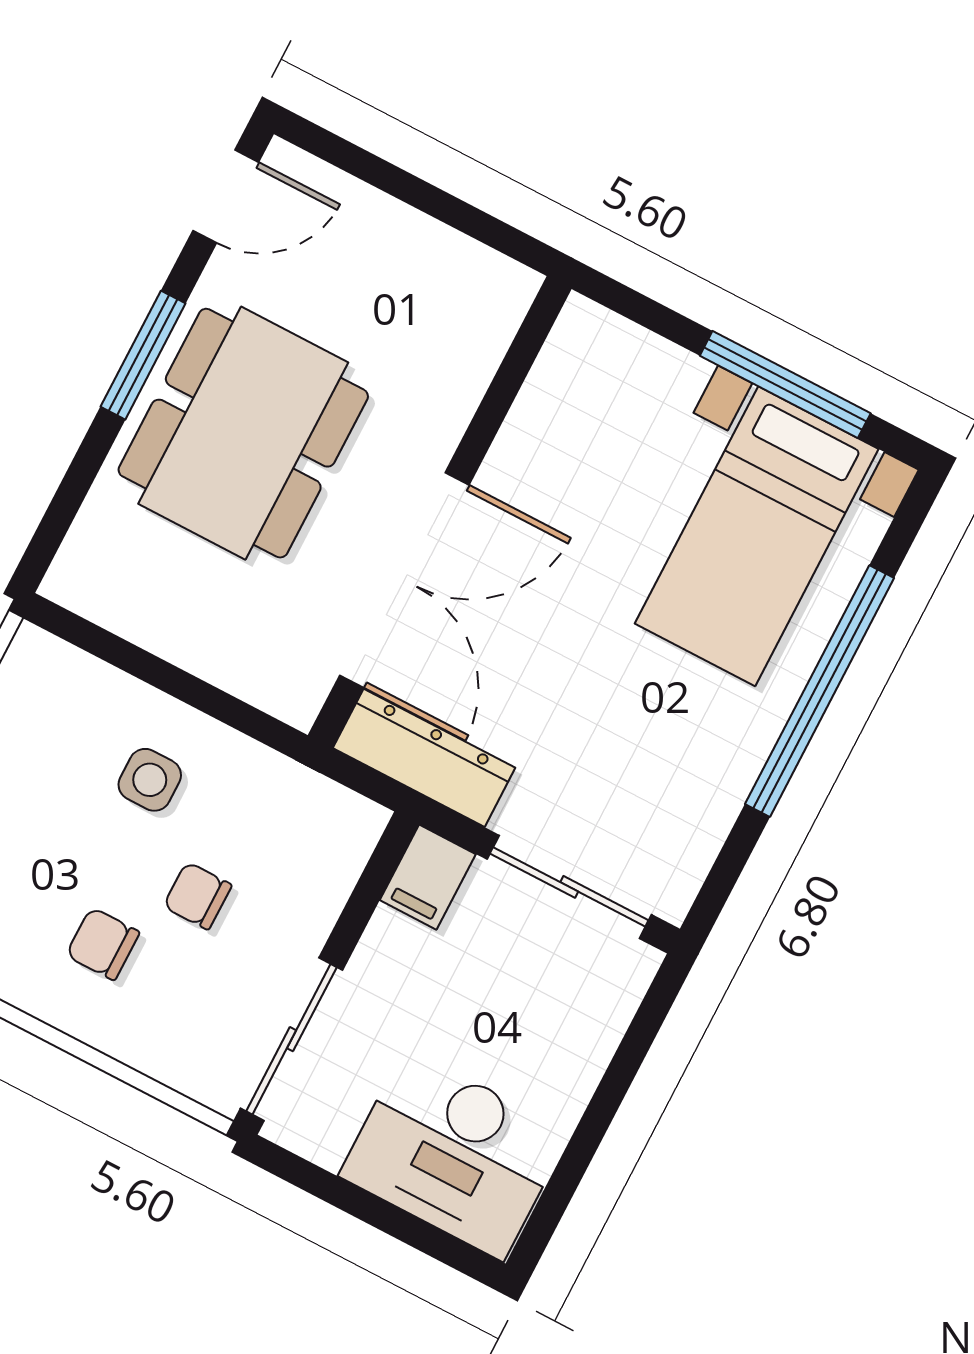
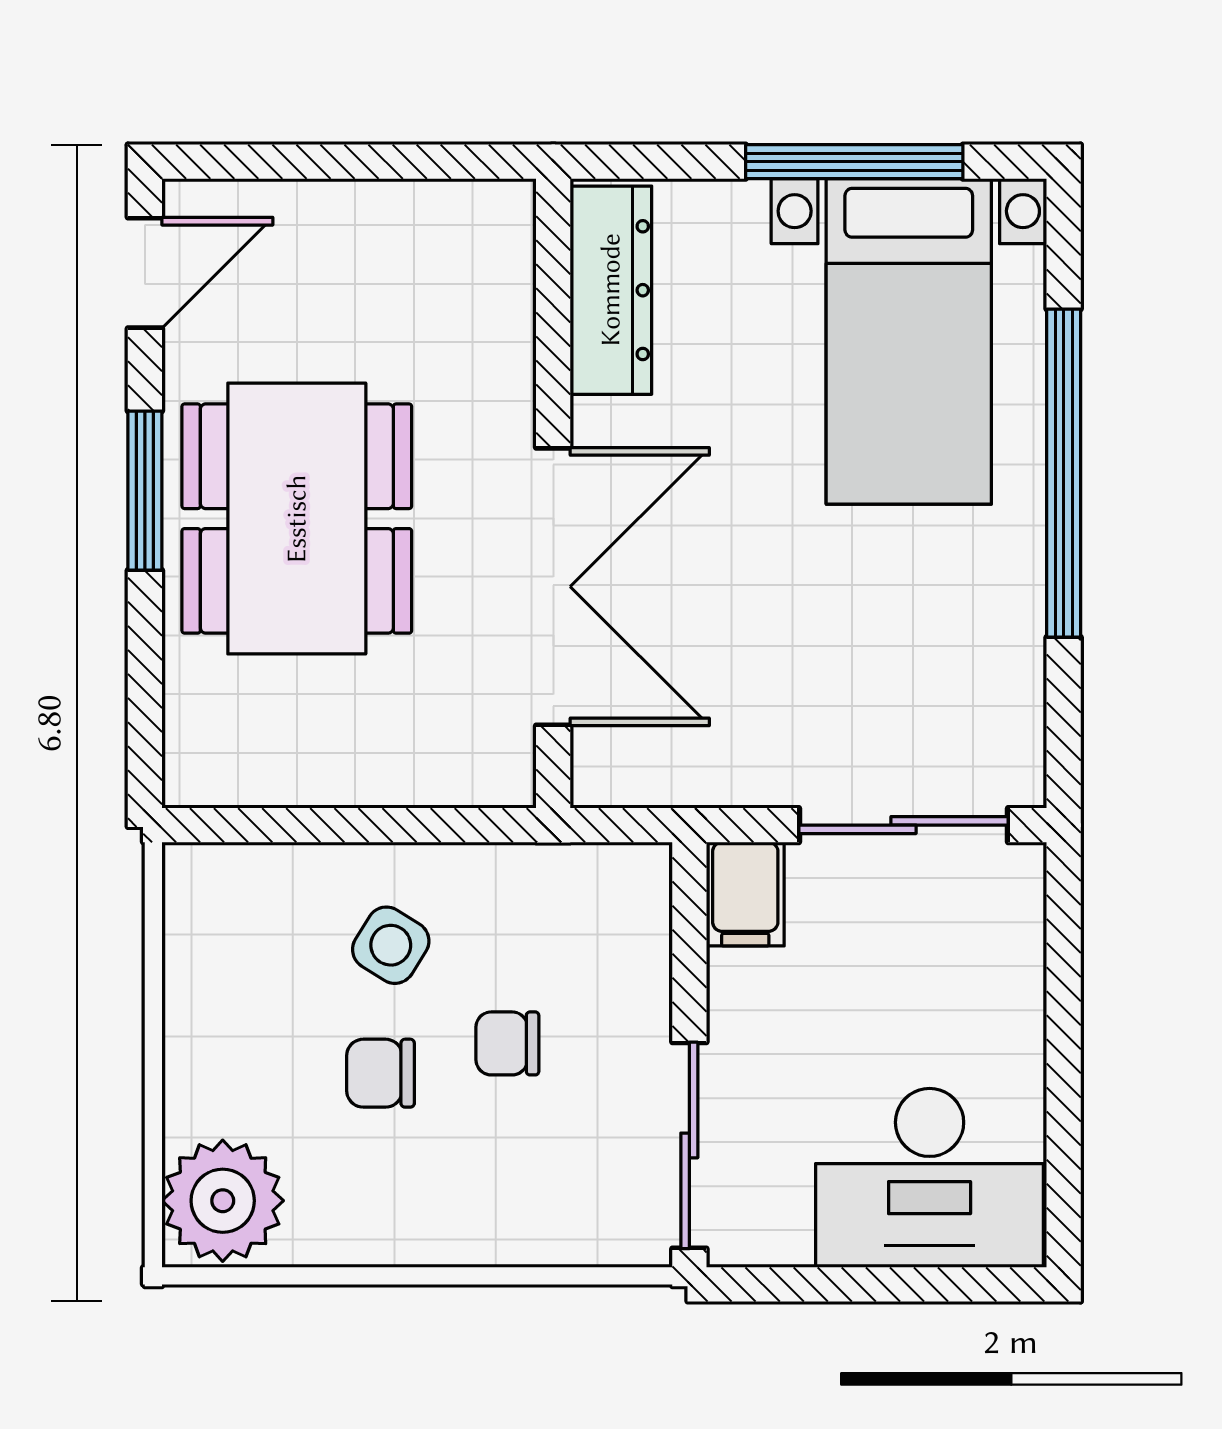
dresser: (424, 758) -> (611, 290), moved, turned 90
side table: (150, 780) -> (391, 945), turned 32
chair: (103, 944) -> (381, 1073), moved

